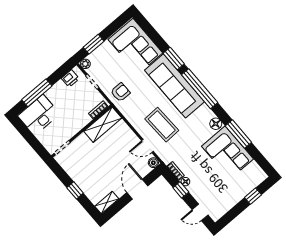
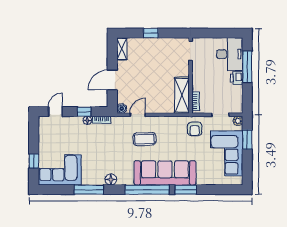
corner sofa: (135, 46) -> (227, 153), moved, turned -90
printer: (70, 78) -> (237, 78), moved
coffee table: (162, 125) -> (144, 139), width x0.73, depth x0.76
corner sofa: (227, 153) -> (60, 170), moved
door: (137, 189) -> (112, 80), swing flipped

